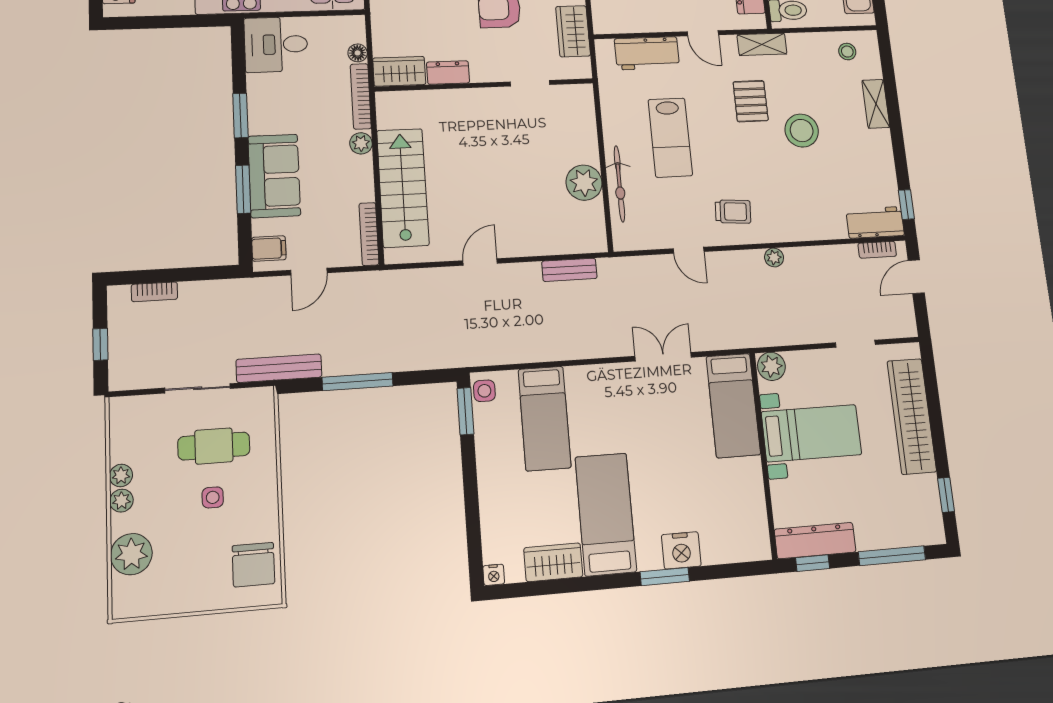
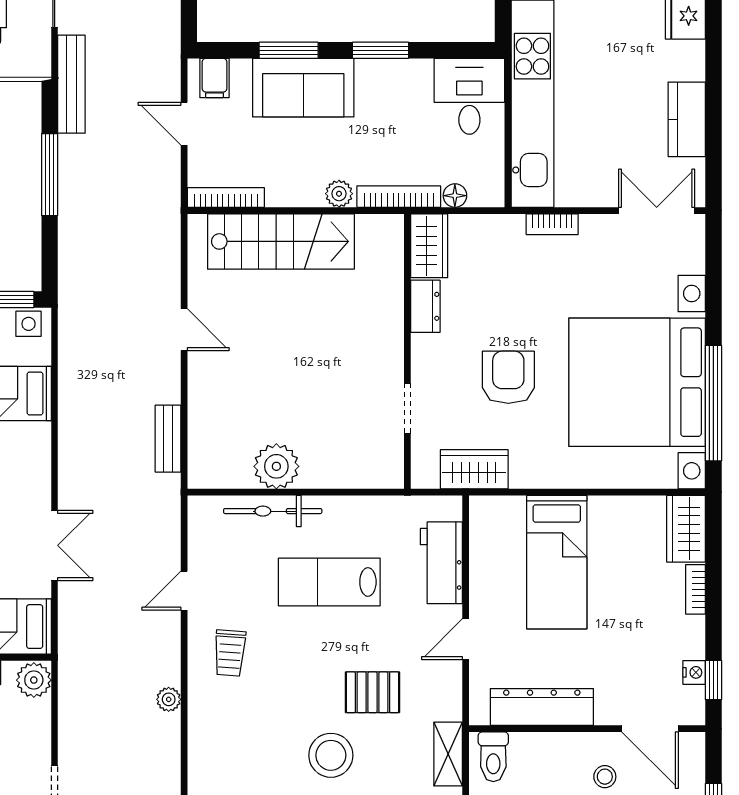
shelving: (762, 44) -> (448, 754), moved

